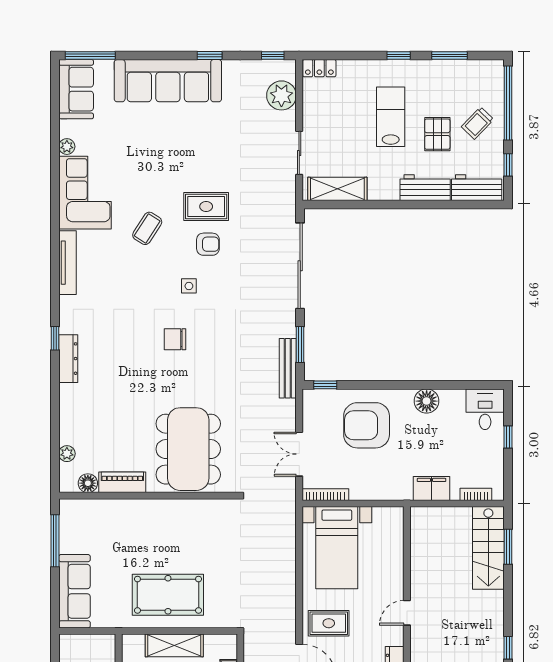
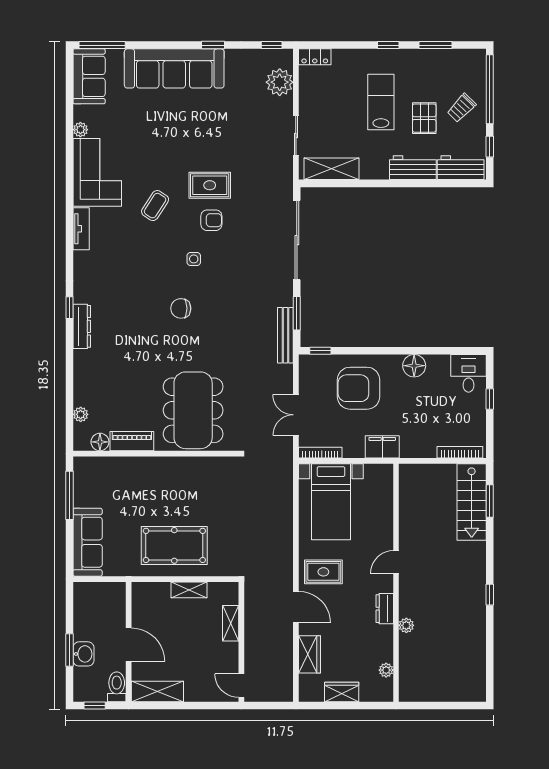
tv unit: (68, 263) -> (81, 229), width x0.71
filing cabinet: (432, 488) -> (382, 447), moved
bookcase: (476, 494) -> (460, 452), width x1.56
shelving: (174, 645) -> (189, 590), width x0.67, depth x0.75

